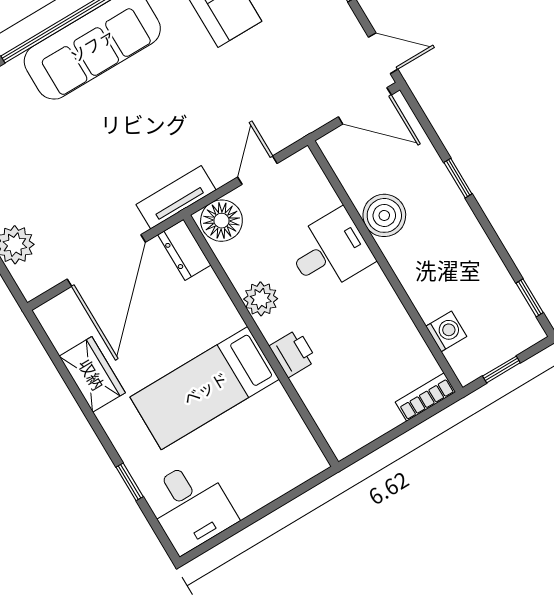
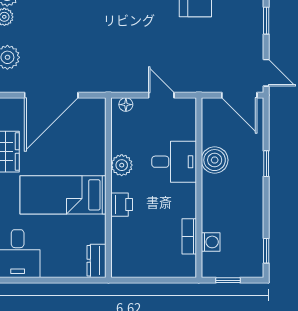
door: (257, 170) -> (161, 95), hinge flipped
tv unit: (176, 197) -> (109, 84), removed
floor lamp: (221, 221) -> (126, 105), width x0.53, depth x0.53
dresser: (184, 250) -> (96, 261), moved
bookcase: (425, 397) -> (189, 236), moved, turned -90

